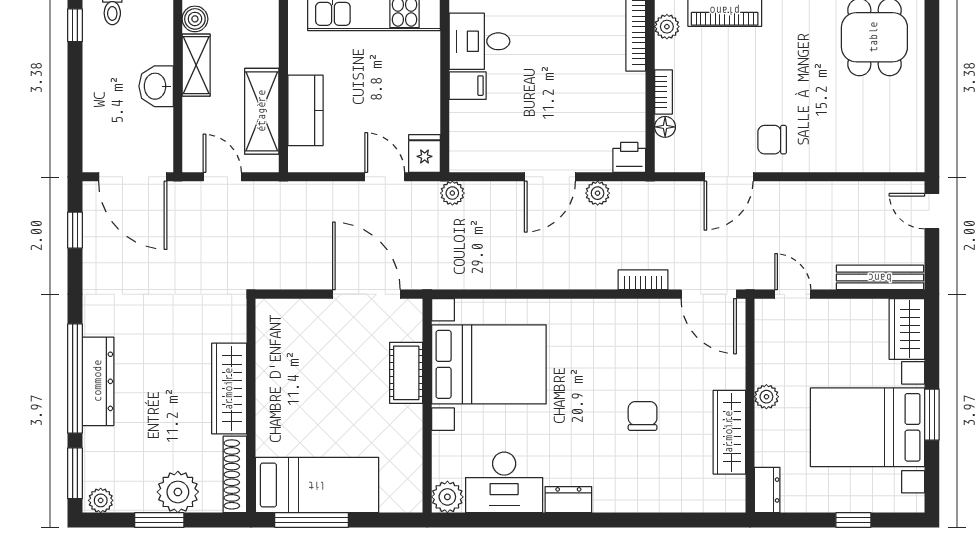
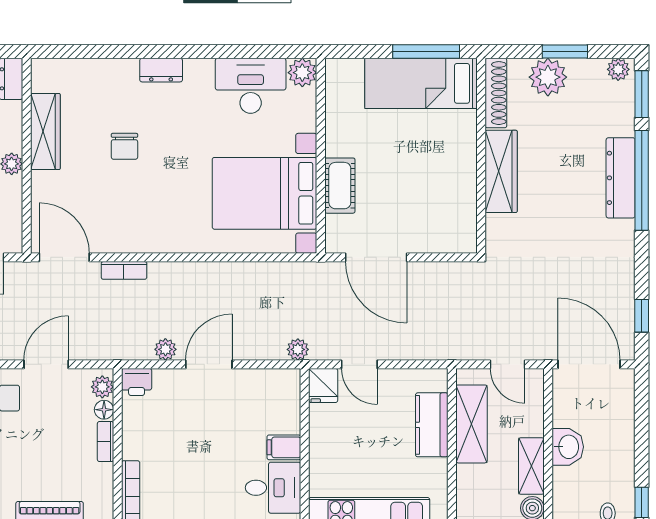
plant: (667, 27) -> (102, 387), moved
dresser: (568, 500) -> (161, 70), moved

